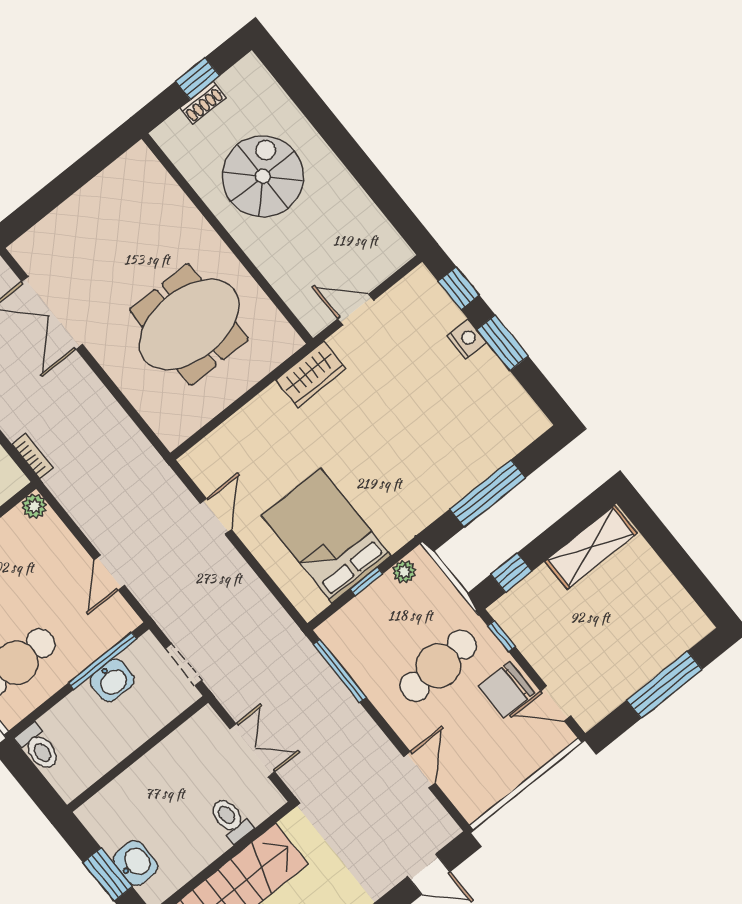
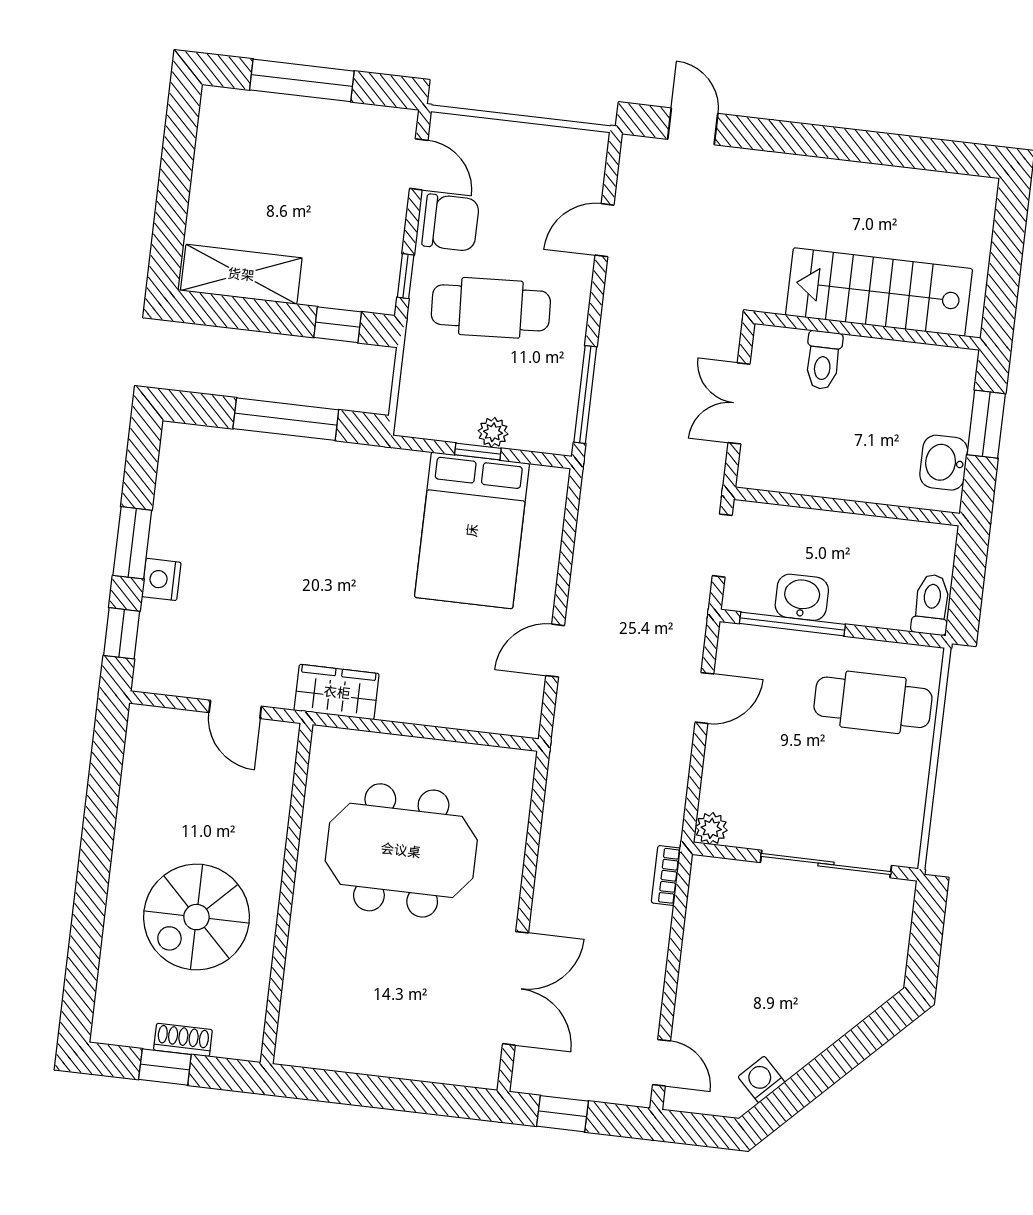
plant: (404, 572) -> (493, 432), moved
washbasin: (136, 863) -> (944, 463), moved

